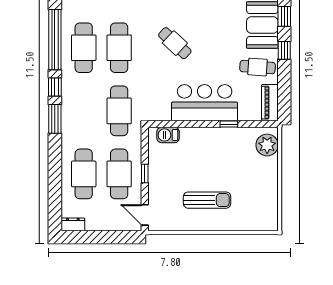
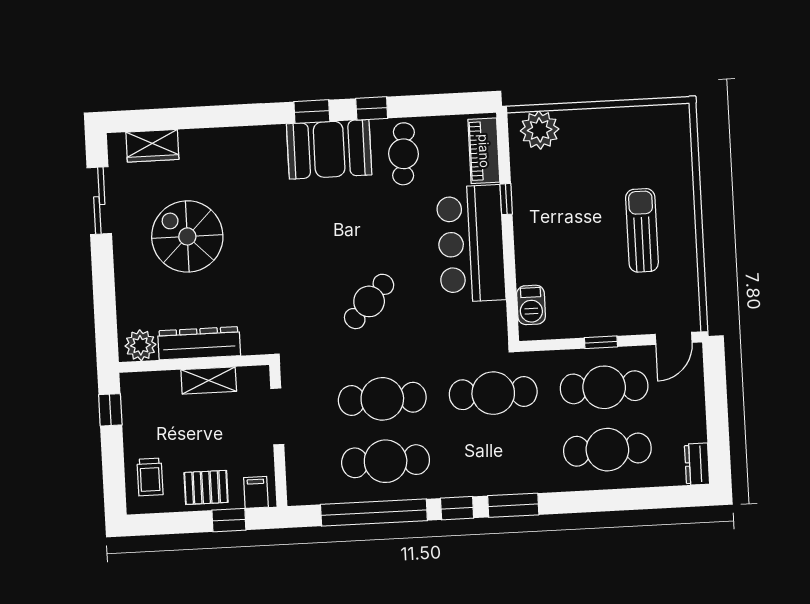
piano: (270, 103) -> (484, 151), moved, turned 90

